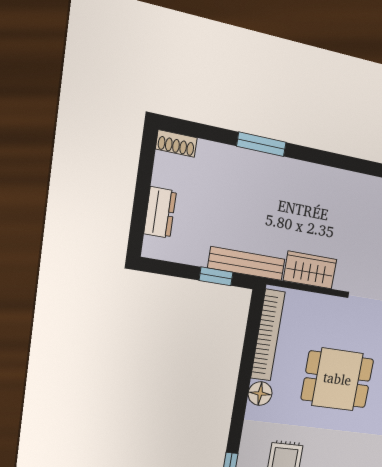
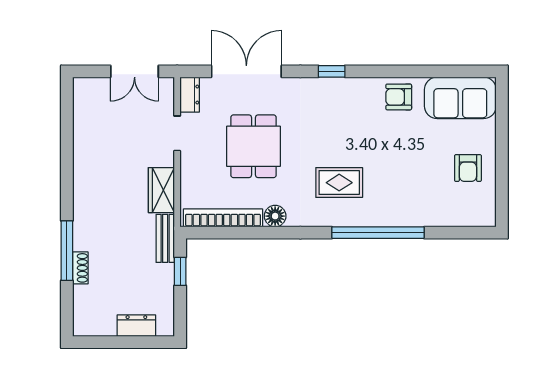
shoe rack: (176, 143) -> (80, 268), moved
window: (261, 144) -> (67, 251), width x1.44
bench: (246, 264) -> (165, 238), width x0.73

